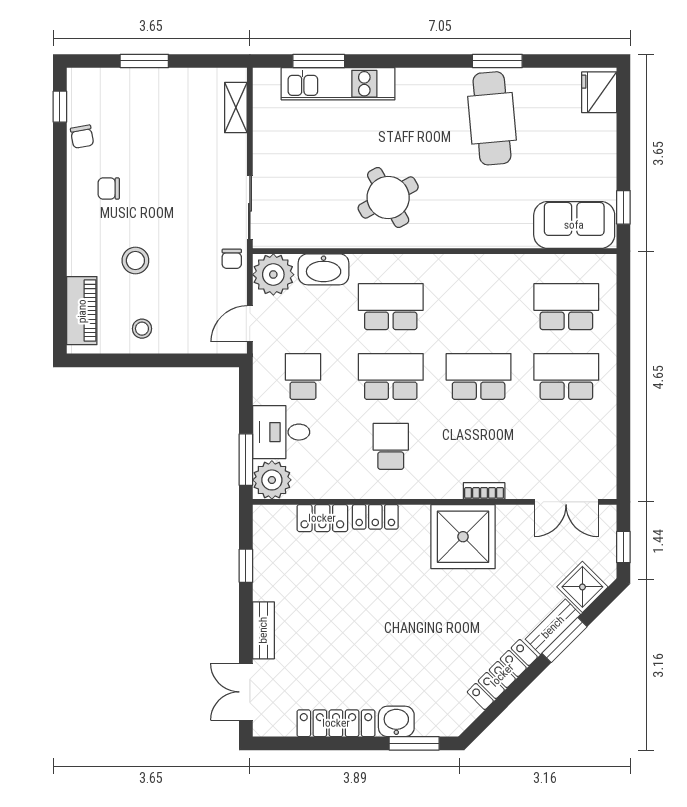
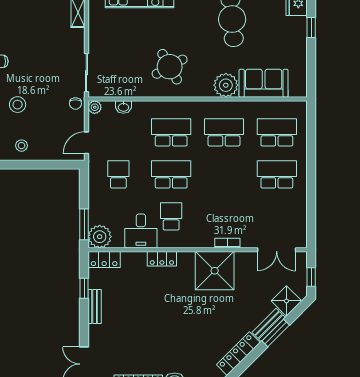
window: (623, 207) -> (311, 27), moved
sofa: (574, 225) -> (264, 83), moved
plant: (482, 228) -> (226, 85), added
washbasin: (324, 269) -> (123, 107), width x0.52, depth x0.69
plant: (273, 275) -> (95, 107), width x0.53, depth x0.53
school desk: (479, 377) -> (224, 132), moved
desk: (281, 432) -> (141, 231), moved, turned -90
locker: (322, 518) -> (104, 260), moved
bench: (263, 630) -> (95, 306), moved

